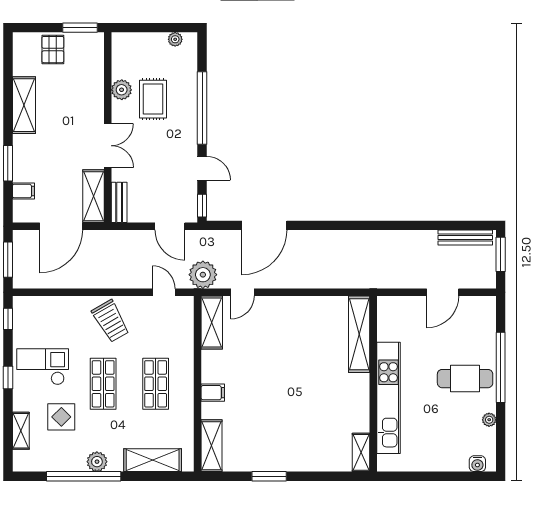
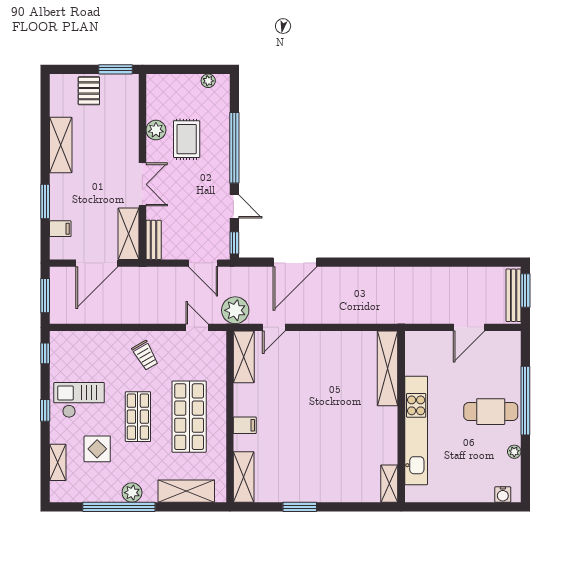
bench: (465, 238) -> (514, 295), moved, turned 90
trolley: (111, 321) -> (145, 355), width x0.73, depth x0.72
shop shelf: (156, 384) -> (189, 417), width x1.43, depth x1.36

